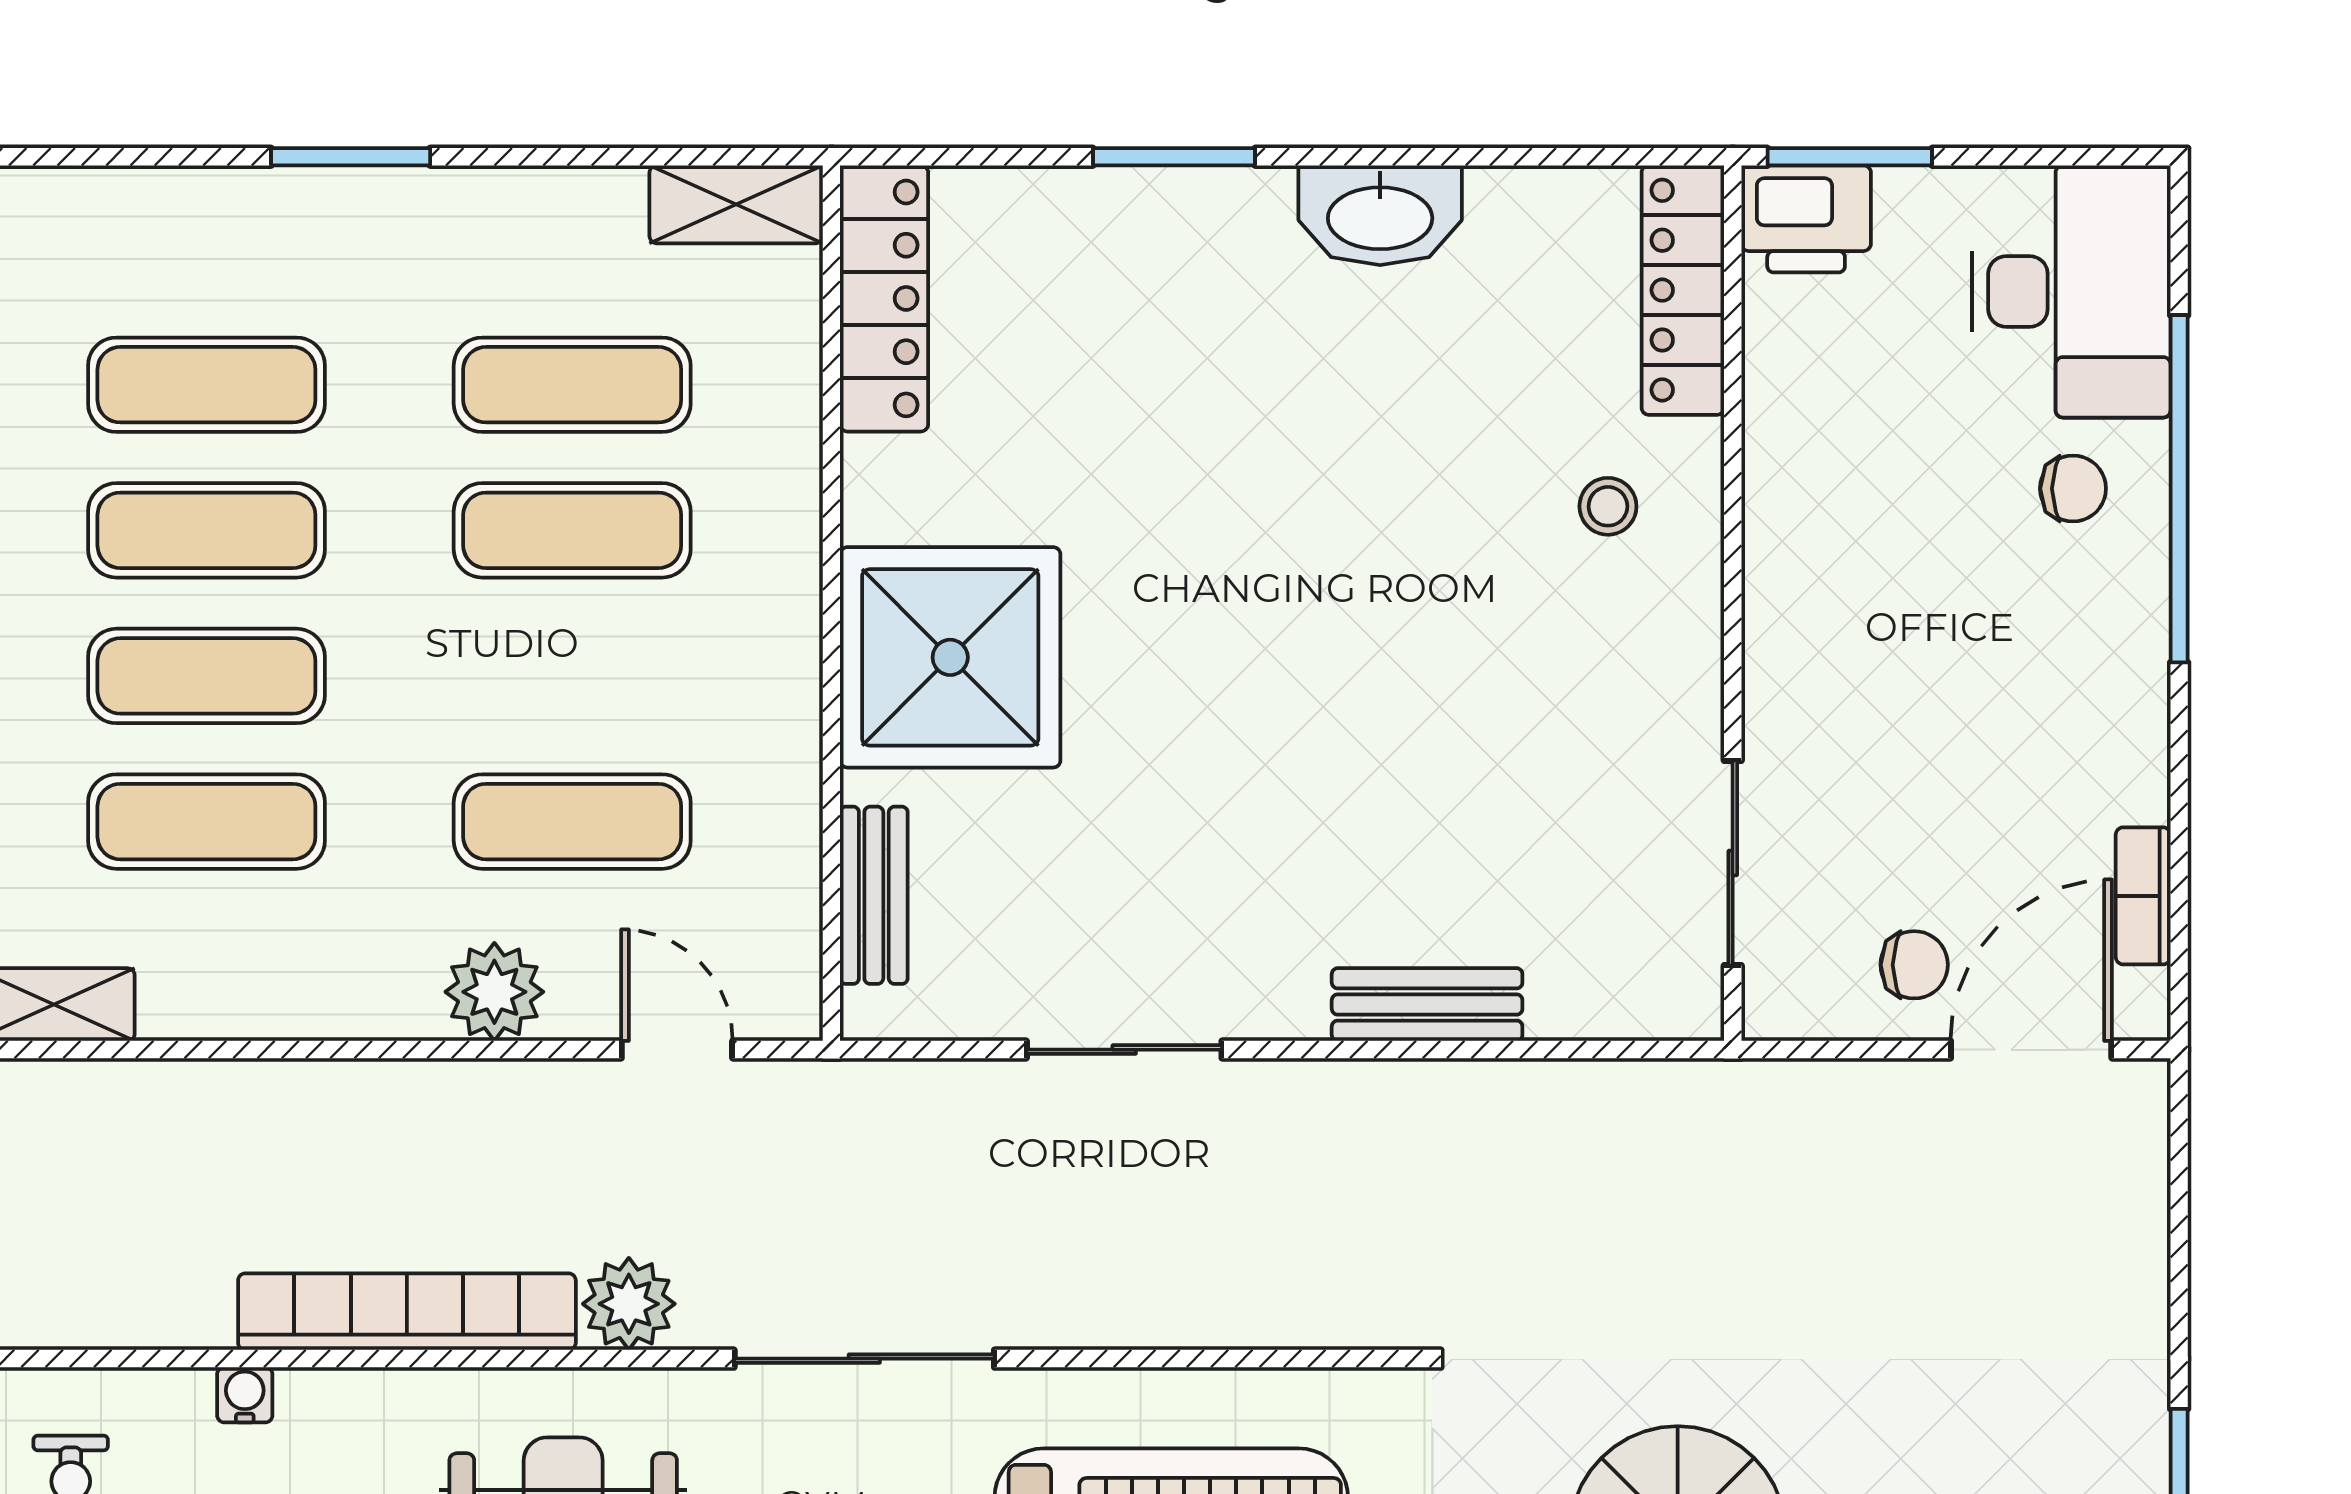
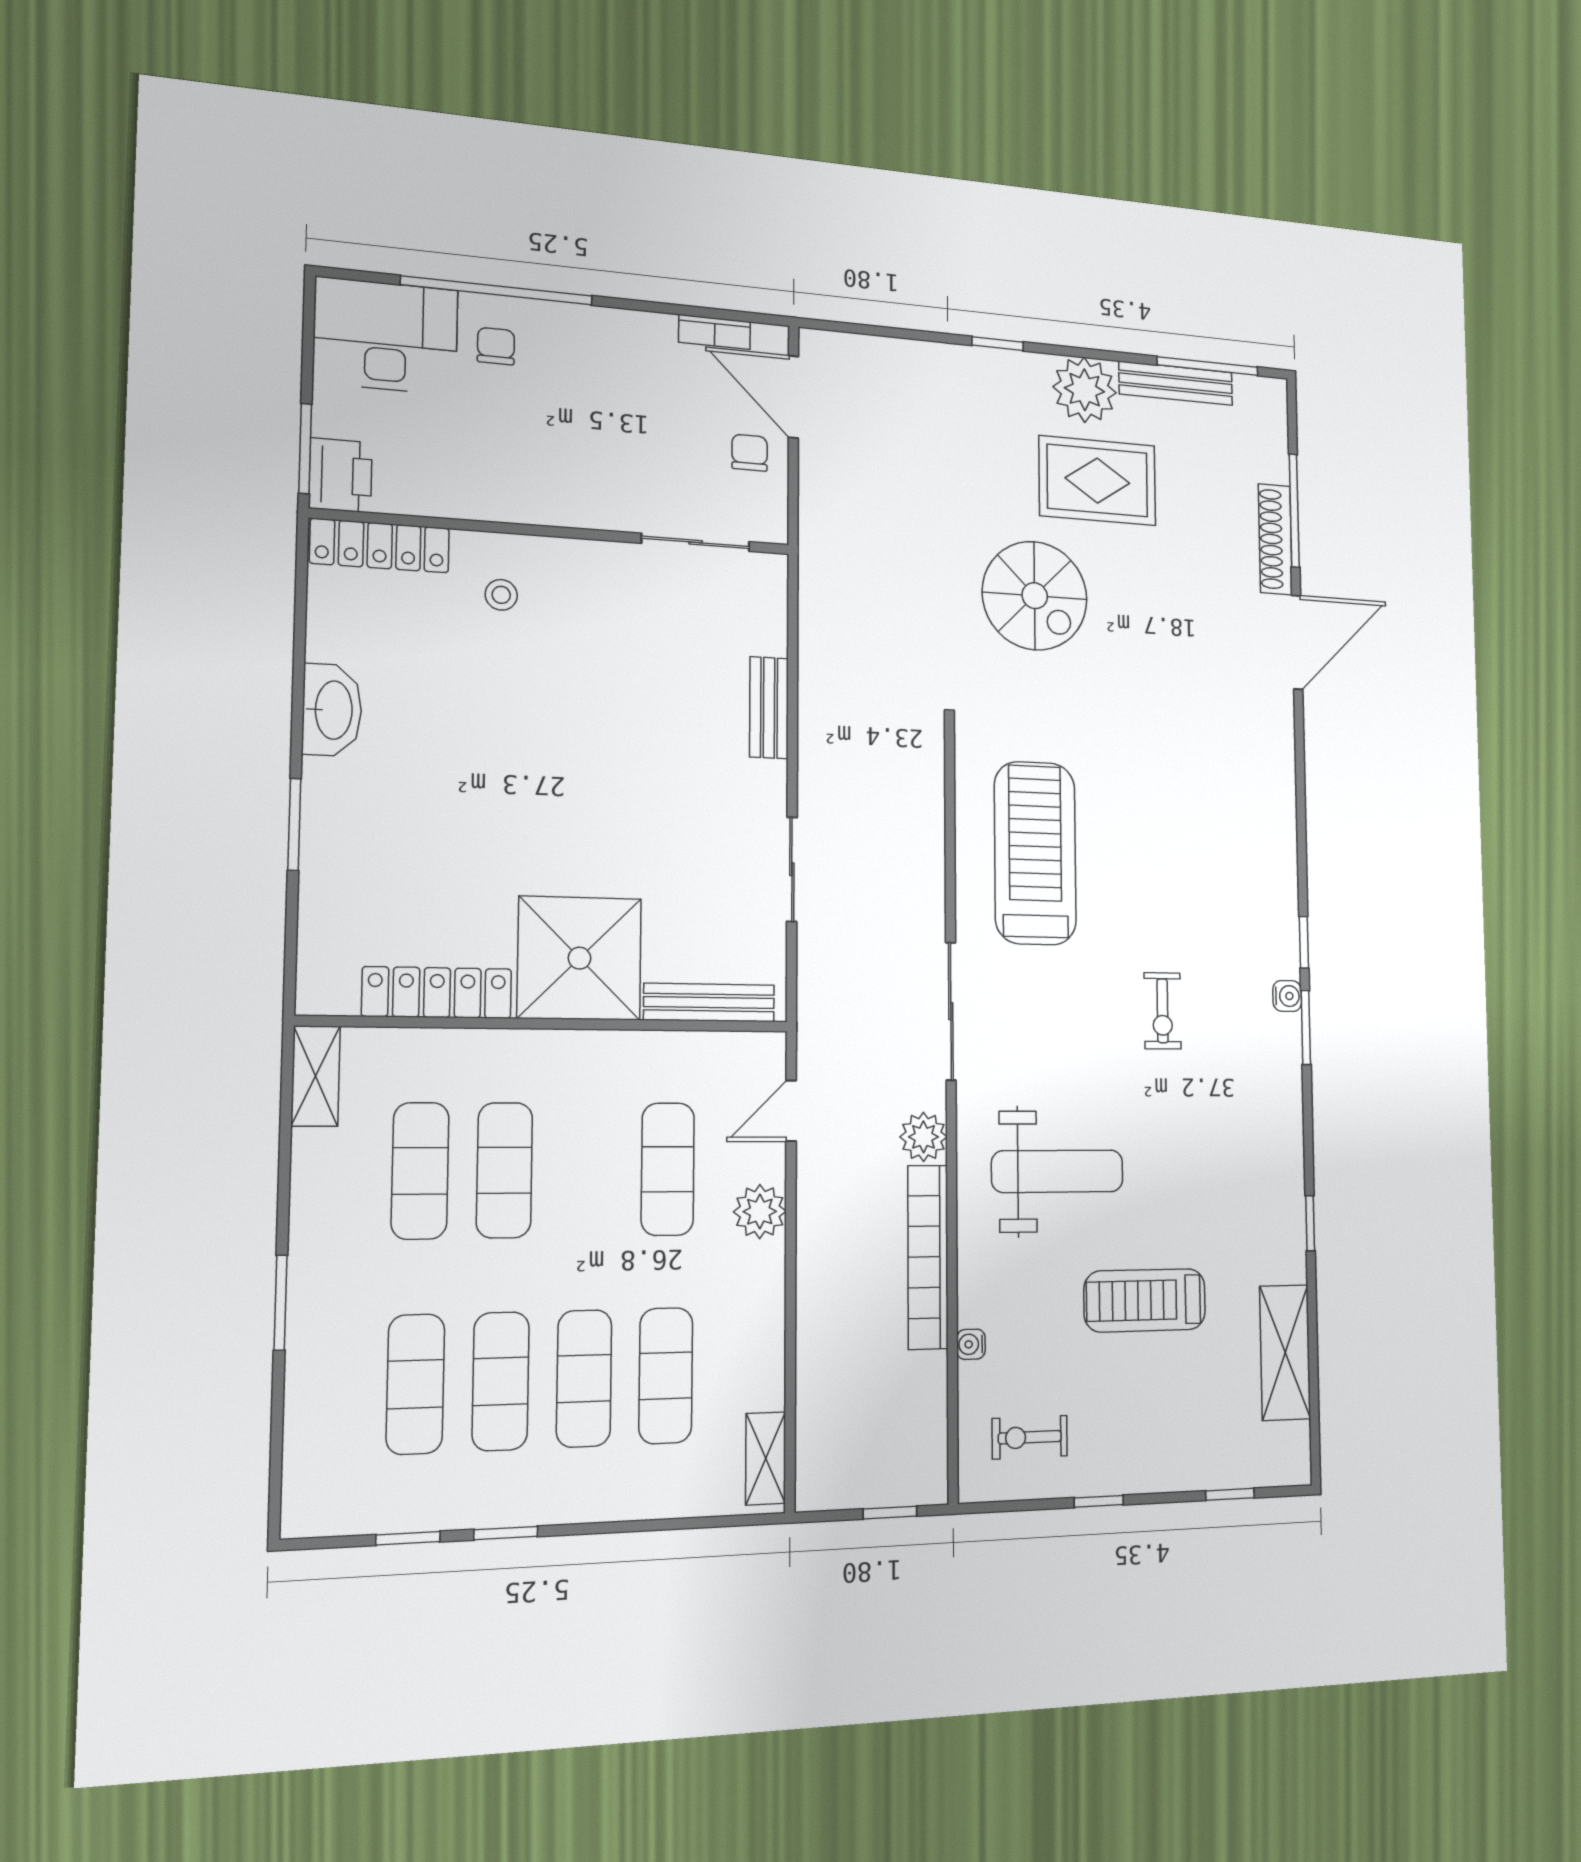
locker: (884, 298) -> (437, 993), moved
bench: (874, 895) -> (709, 1003), width x1.36

